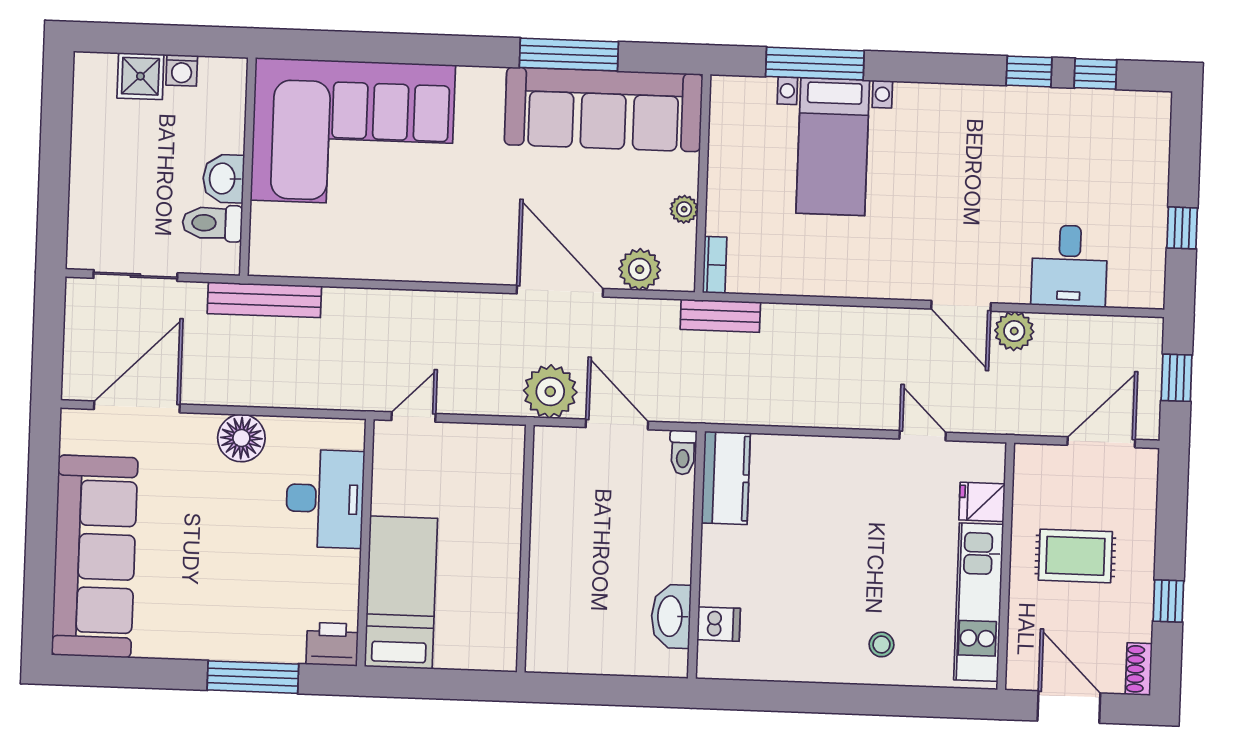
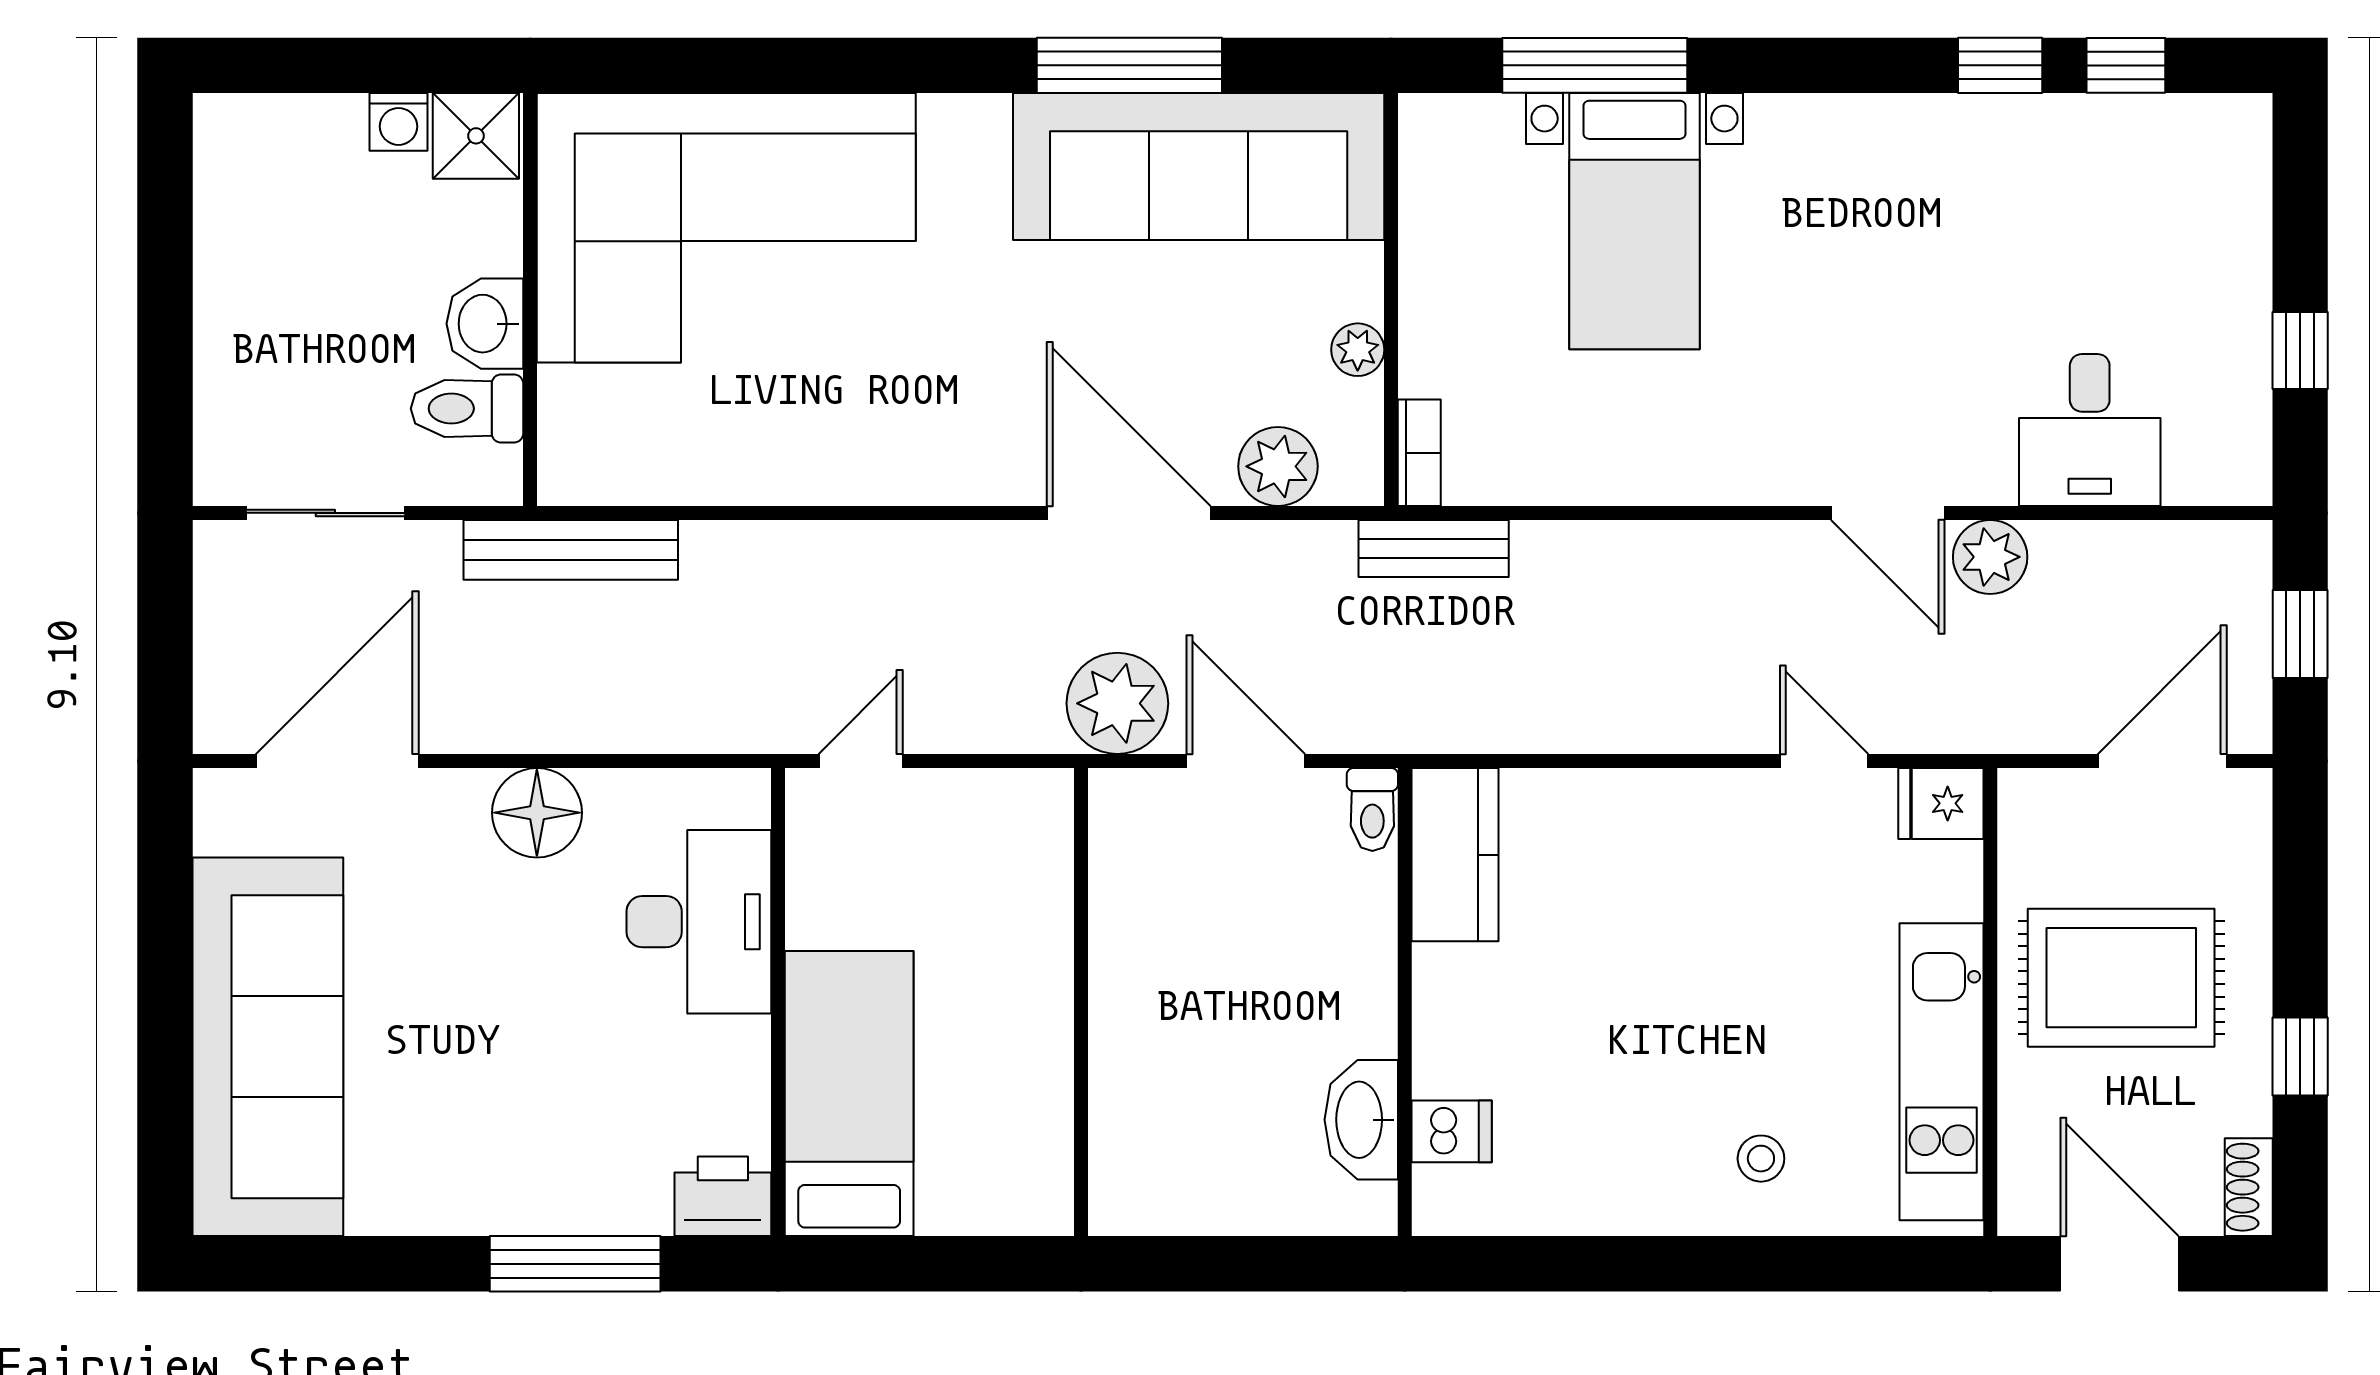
shower: (140, 76) -> (476, 136), moved
fridge: (982, 502) -> (1941, 803), moved
rug: (1075, 556) -> (2121, 978), width x1.36, depth x1.43

